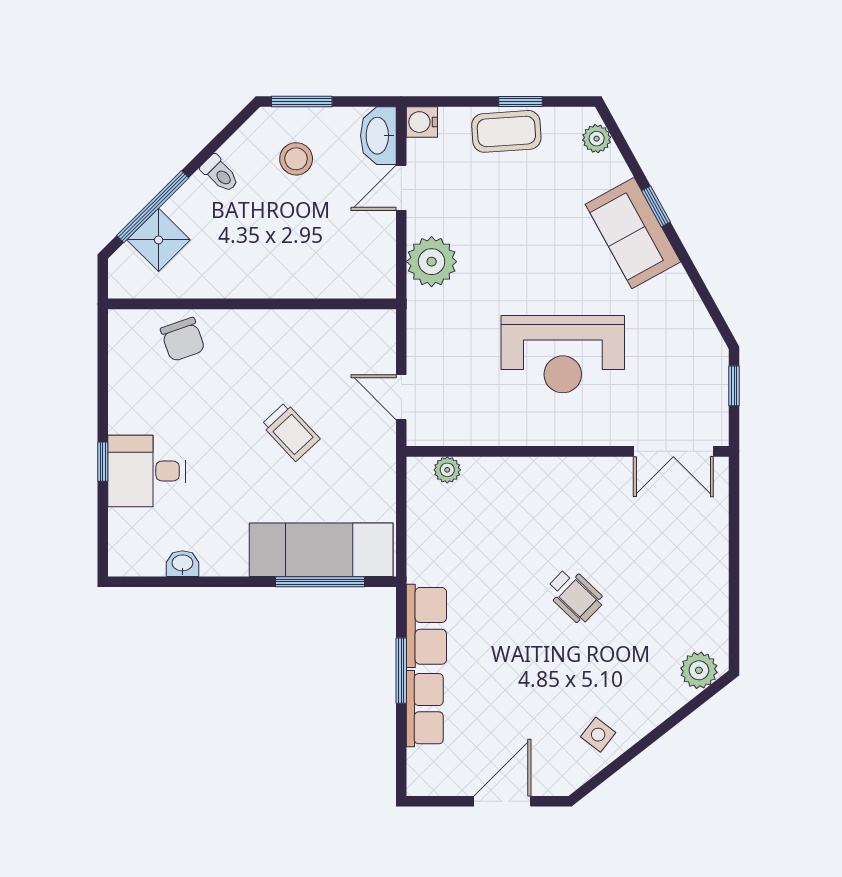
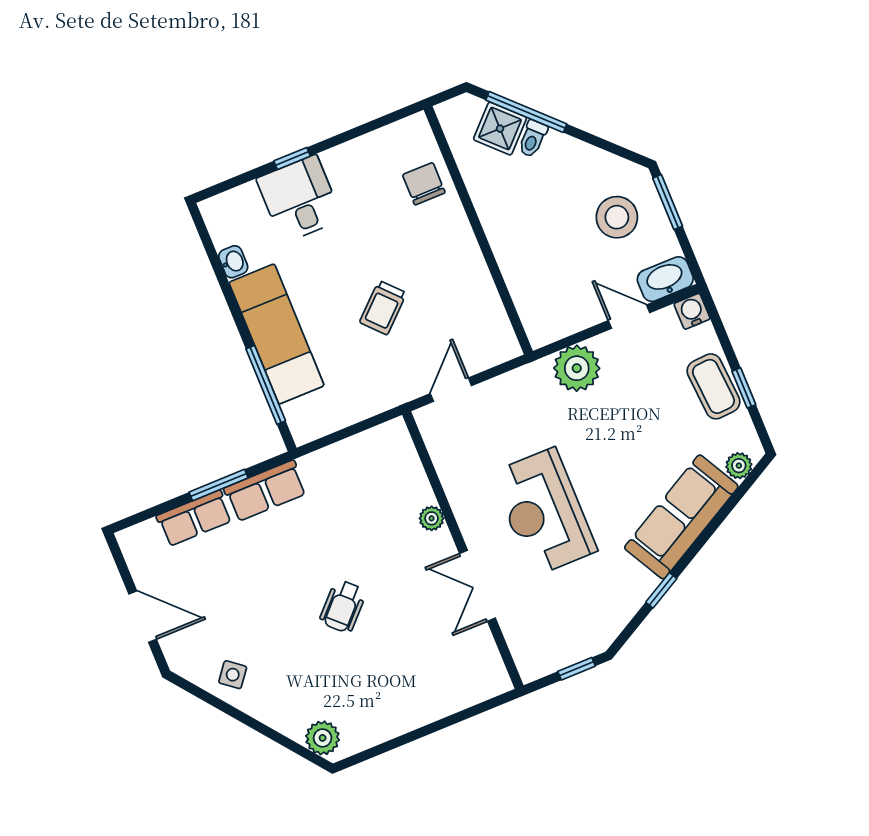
stool: (296, 159) -> (617, 217), width x1.38, depth x1.38
toilet: (220, 174) -> (533, 139), moved
window: (656, 206) -> (661, 590), moved
sofa: (633, 233) -> (681, 517), width x1.36
chair: (183, 339) -> (424, 184), turned 109
double door: (673, 451) -> (478, 586), moved
plant: (447, 470) -> (432, 518), moved
exam couch: (321, 550) -> (277, 334), moved

